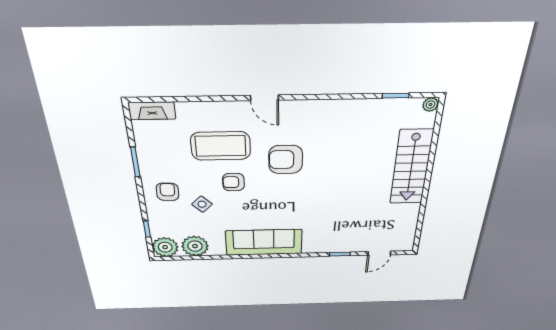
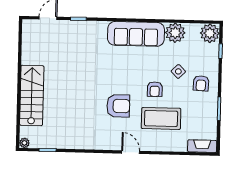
armchair: (233, 182) -> (155, 89), turned 90
plant: (195, 246) -> (175, 33), moved

